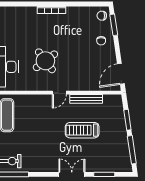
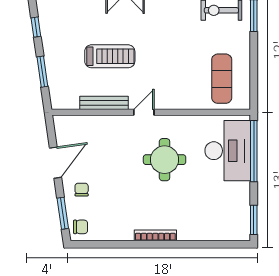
round table: (45, 61) -> (165, 160), turned 37
door: (121, 74) -> (55, 163), moved
window: (132, 150) -> (36, 27), width x0.46

